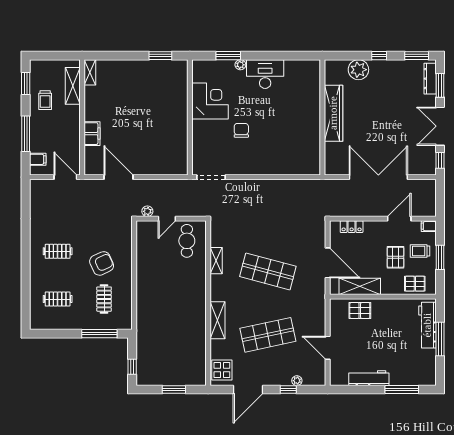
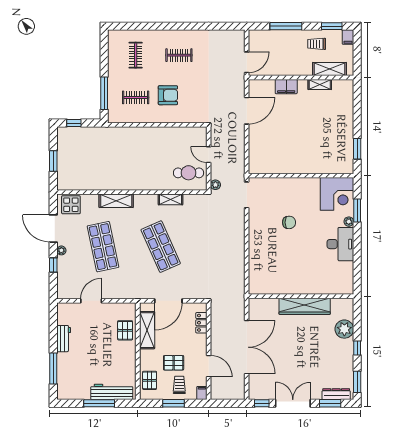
shelving: (90, 72) -> (320, 85), moved
corner desk: (210, 101) -> (337, 194), moved
filing cabinet: (38, 159) -> (348, 37), moved
plant: (147, 211) -> (215, 185), moved
clothes rail: (58, 251) -> (179, 55), turned 90
armchair: (102, 263) -> (168, 95), turned -65
shop shelf: (268, 271) -> (161, 247), turned -39
workbench: (369, 378) -> (64, 339), width x0.73
plant: (297, 381) -> (61, 250), moved

